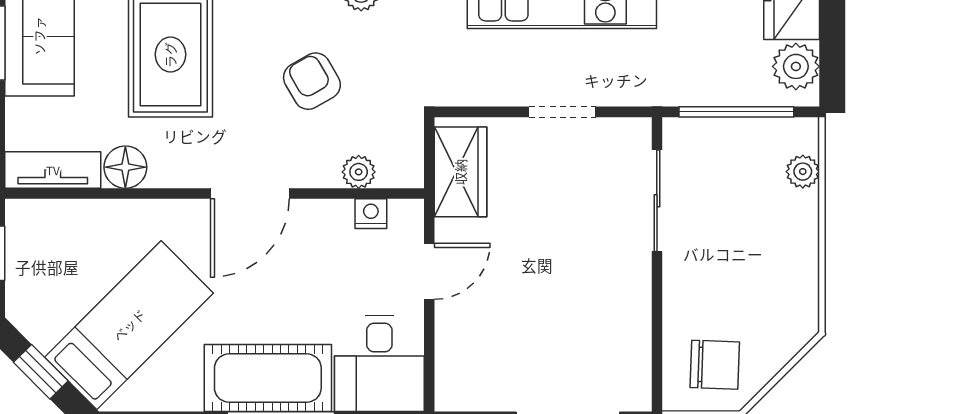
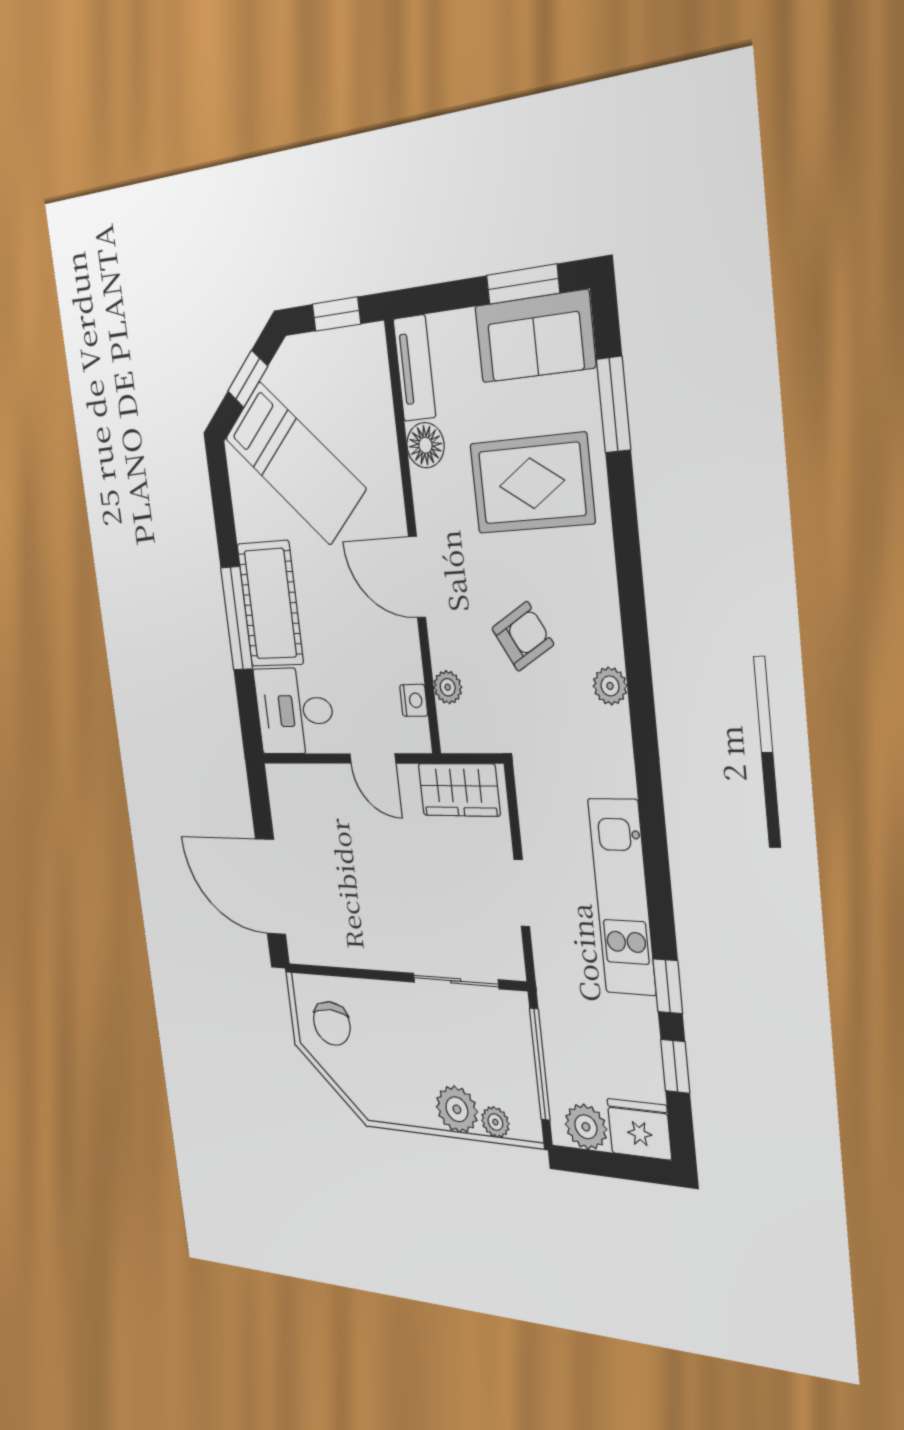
plant: (794, 217) -> (457, 1109), added

